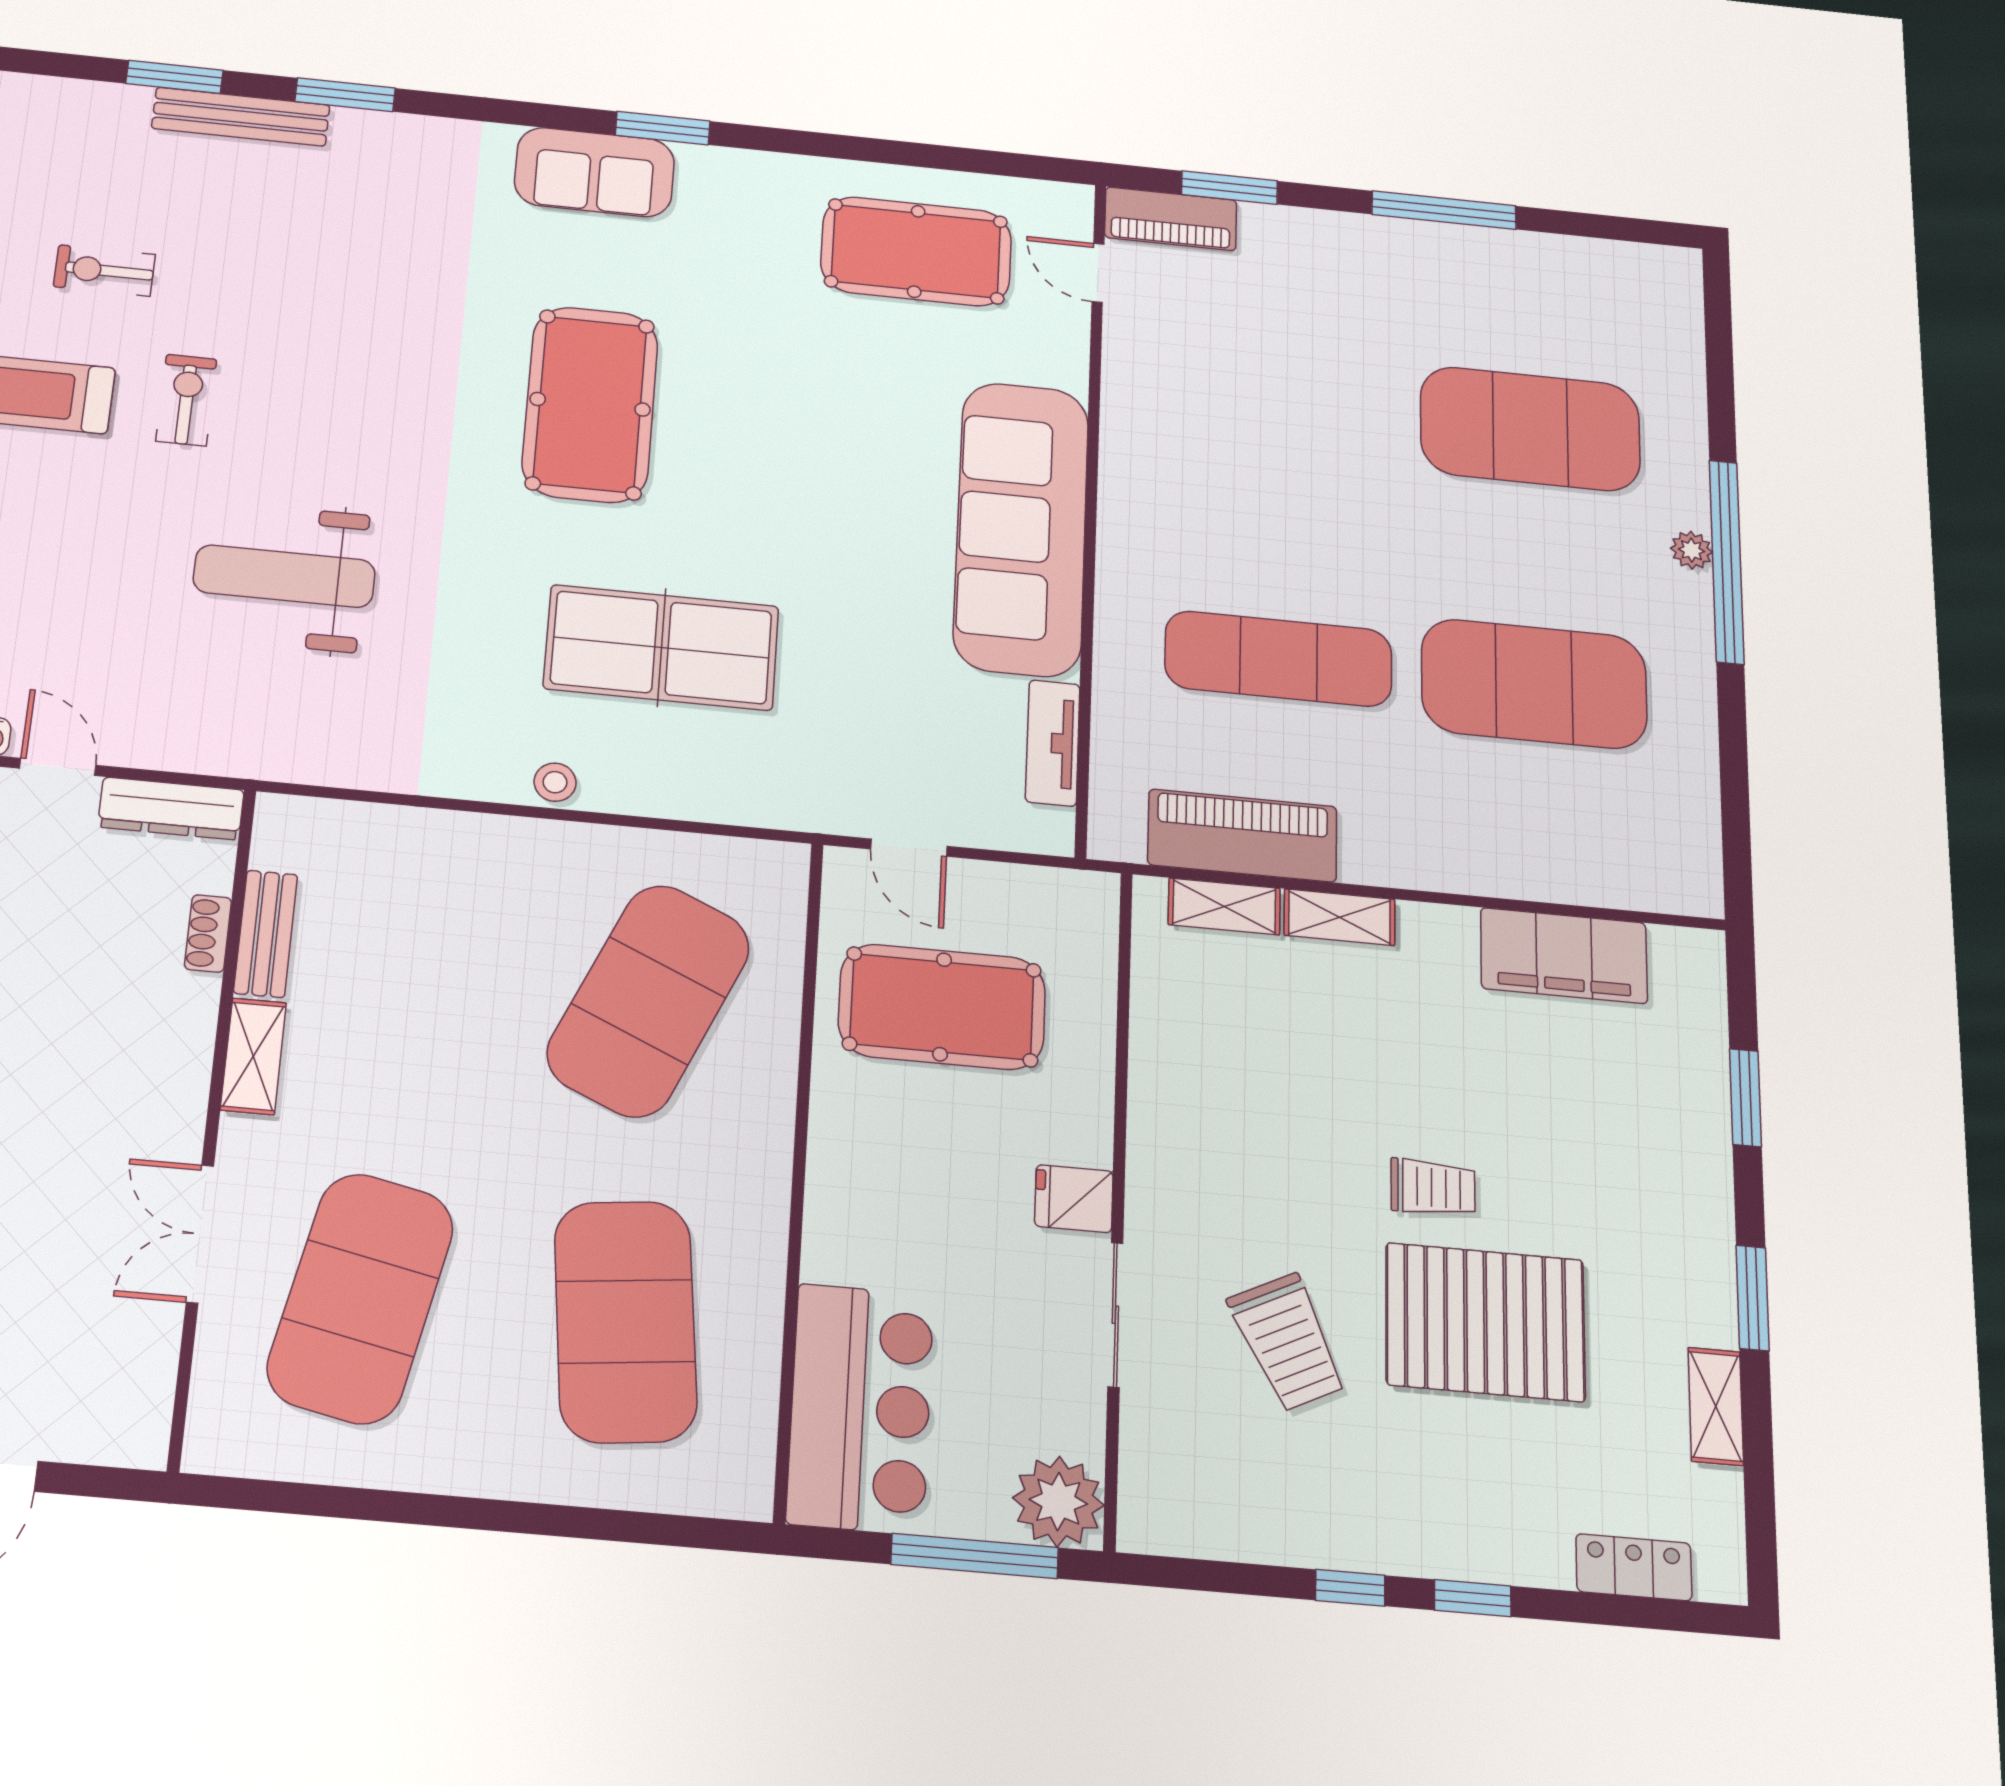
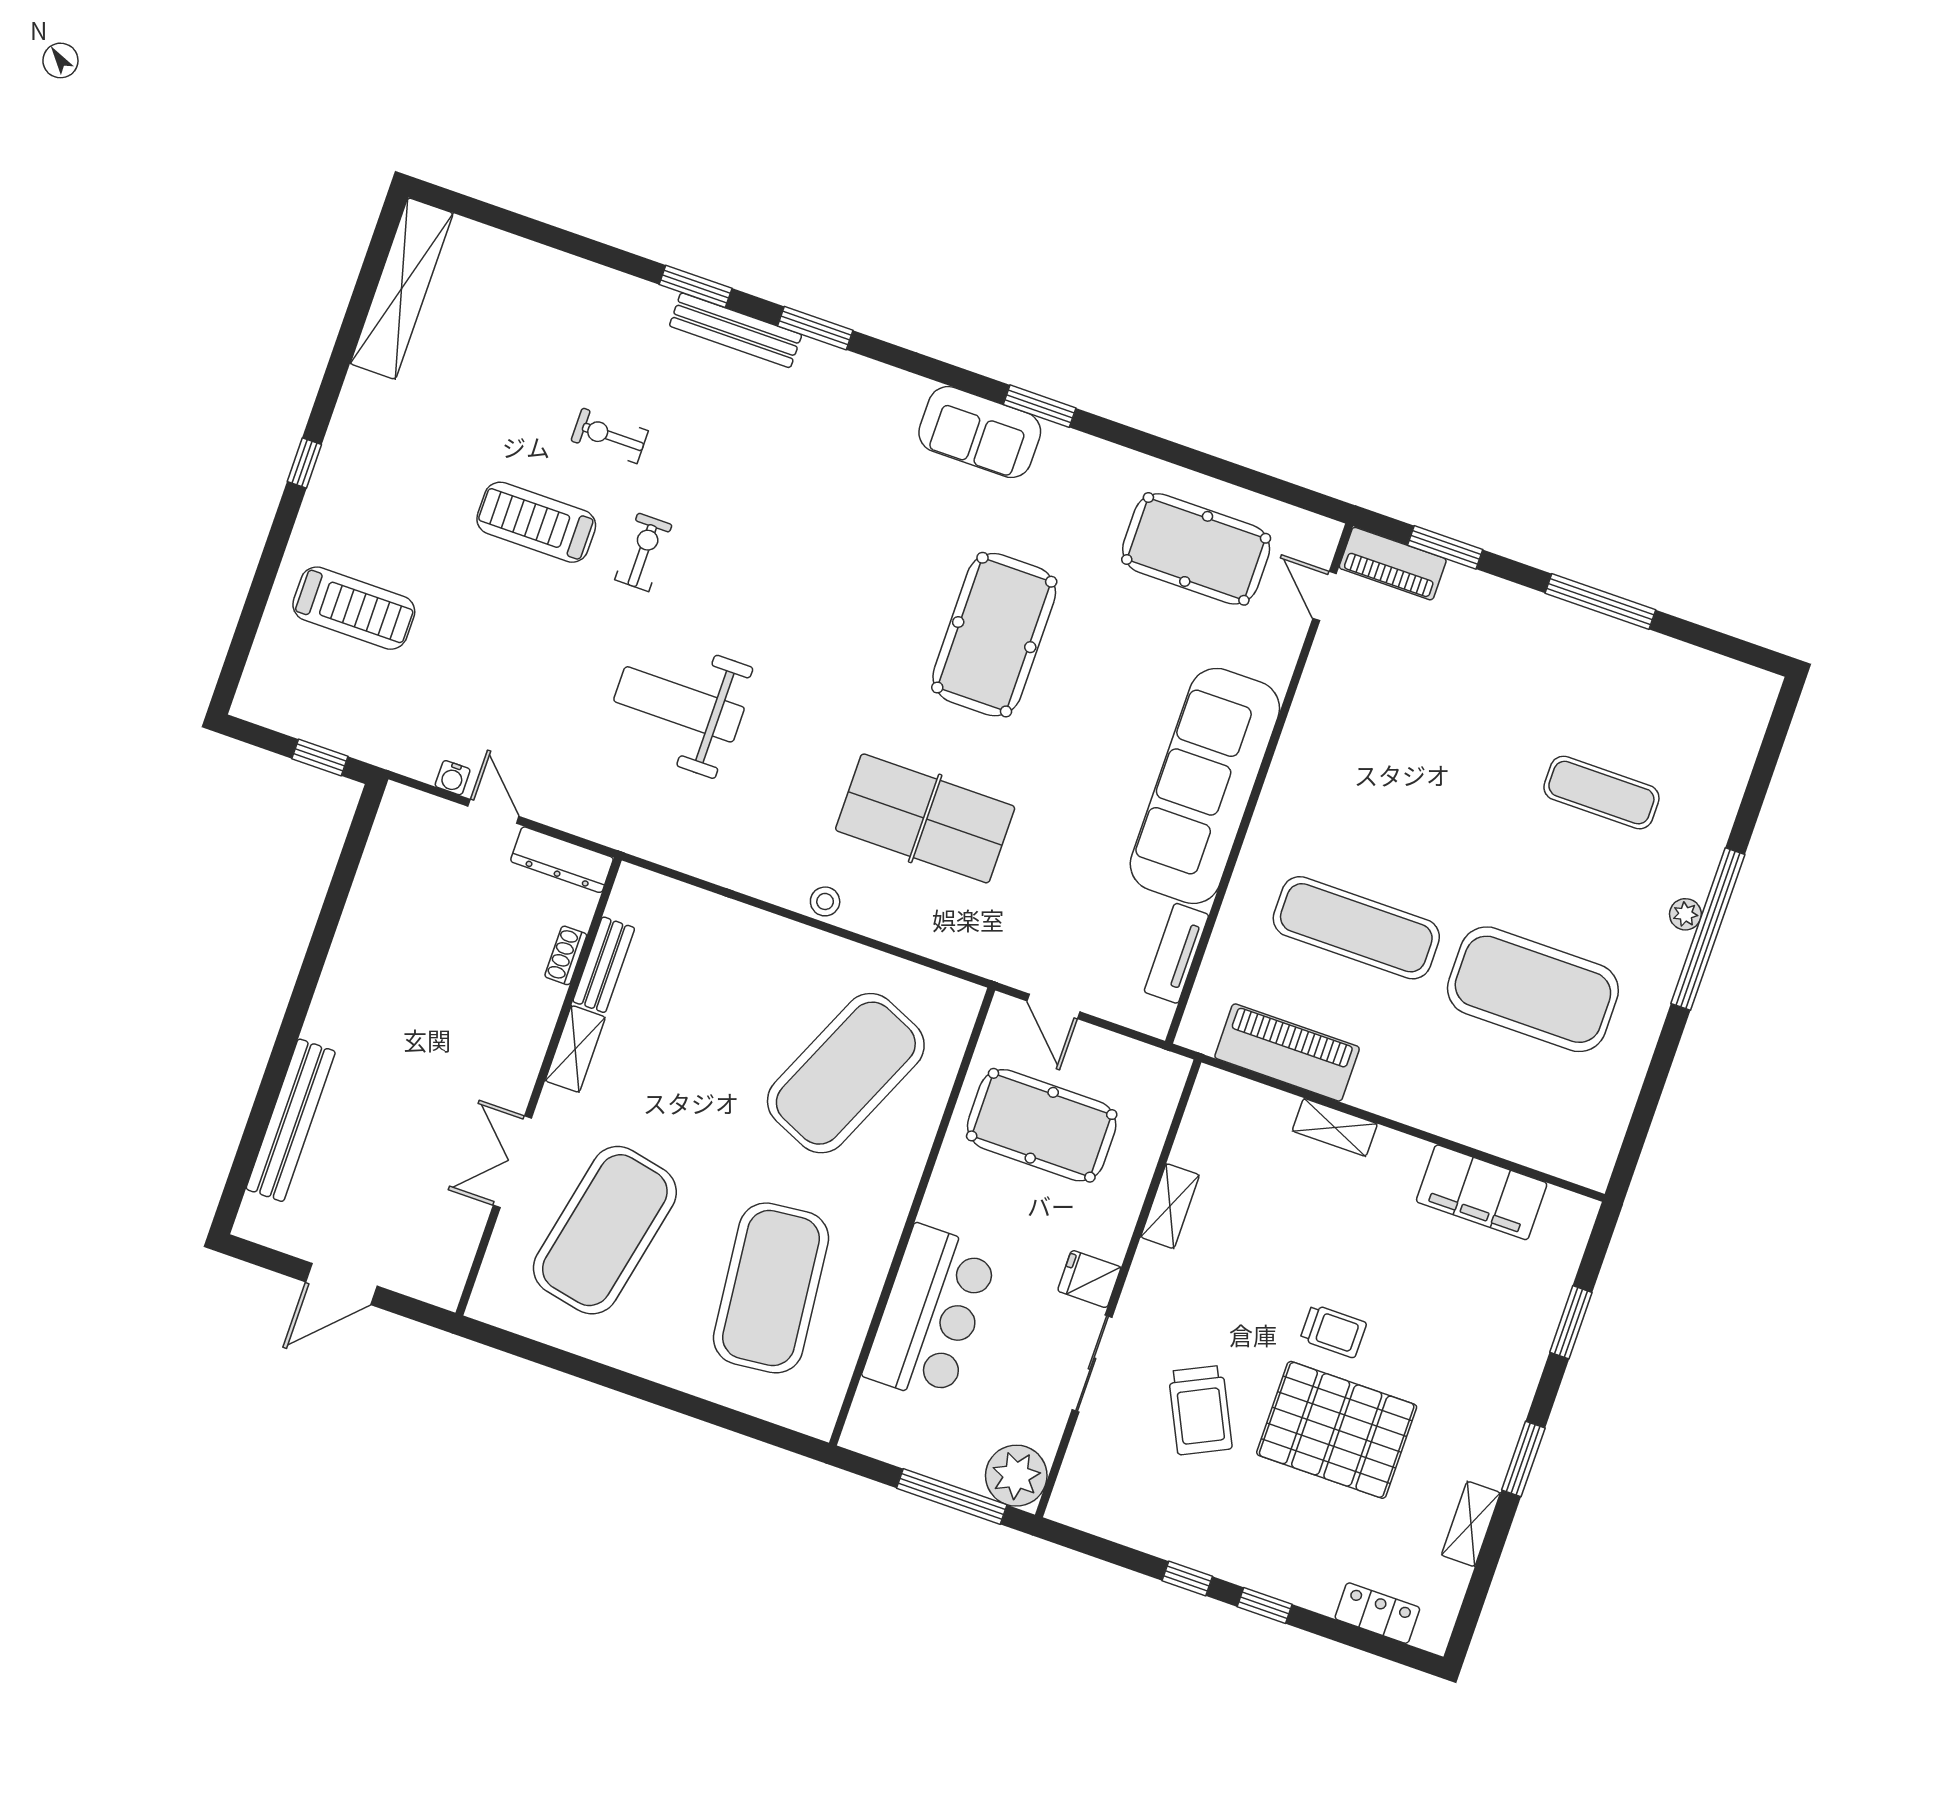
pool table: (590, 404) -> (994, 635), moved
exercise mat: (1530, 429) -> (1601, 793), width x0.50, depth x0.69
shelving: (1224, 906) -> (1170, 1206), moved, turned 90
bar counter: (860, 1408) -> (931, 1314), moved

